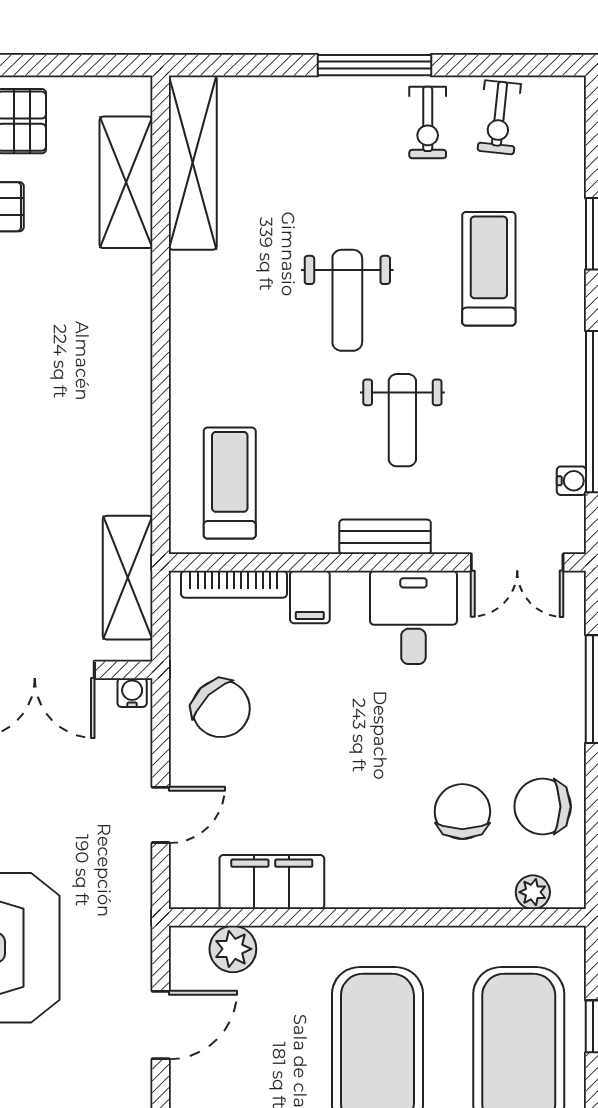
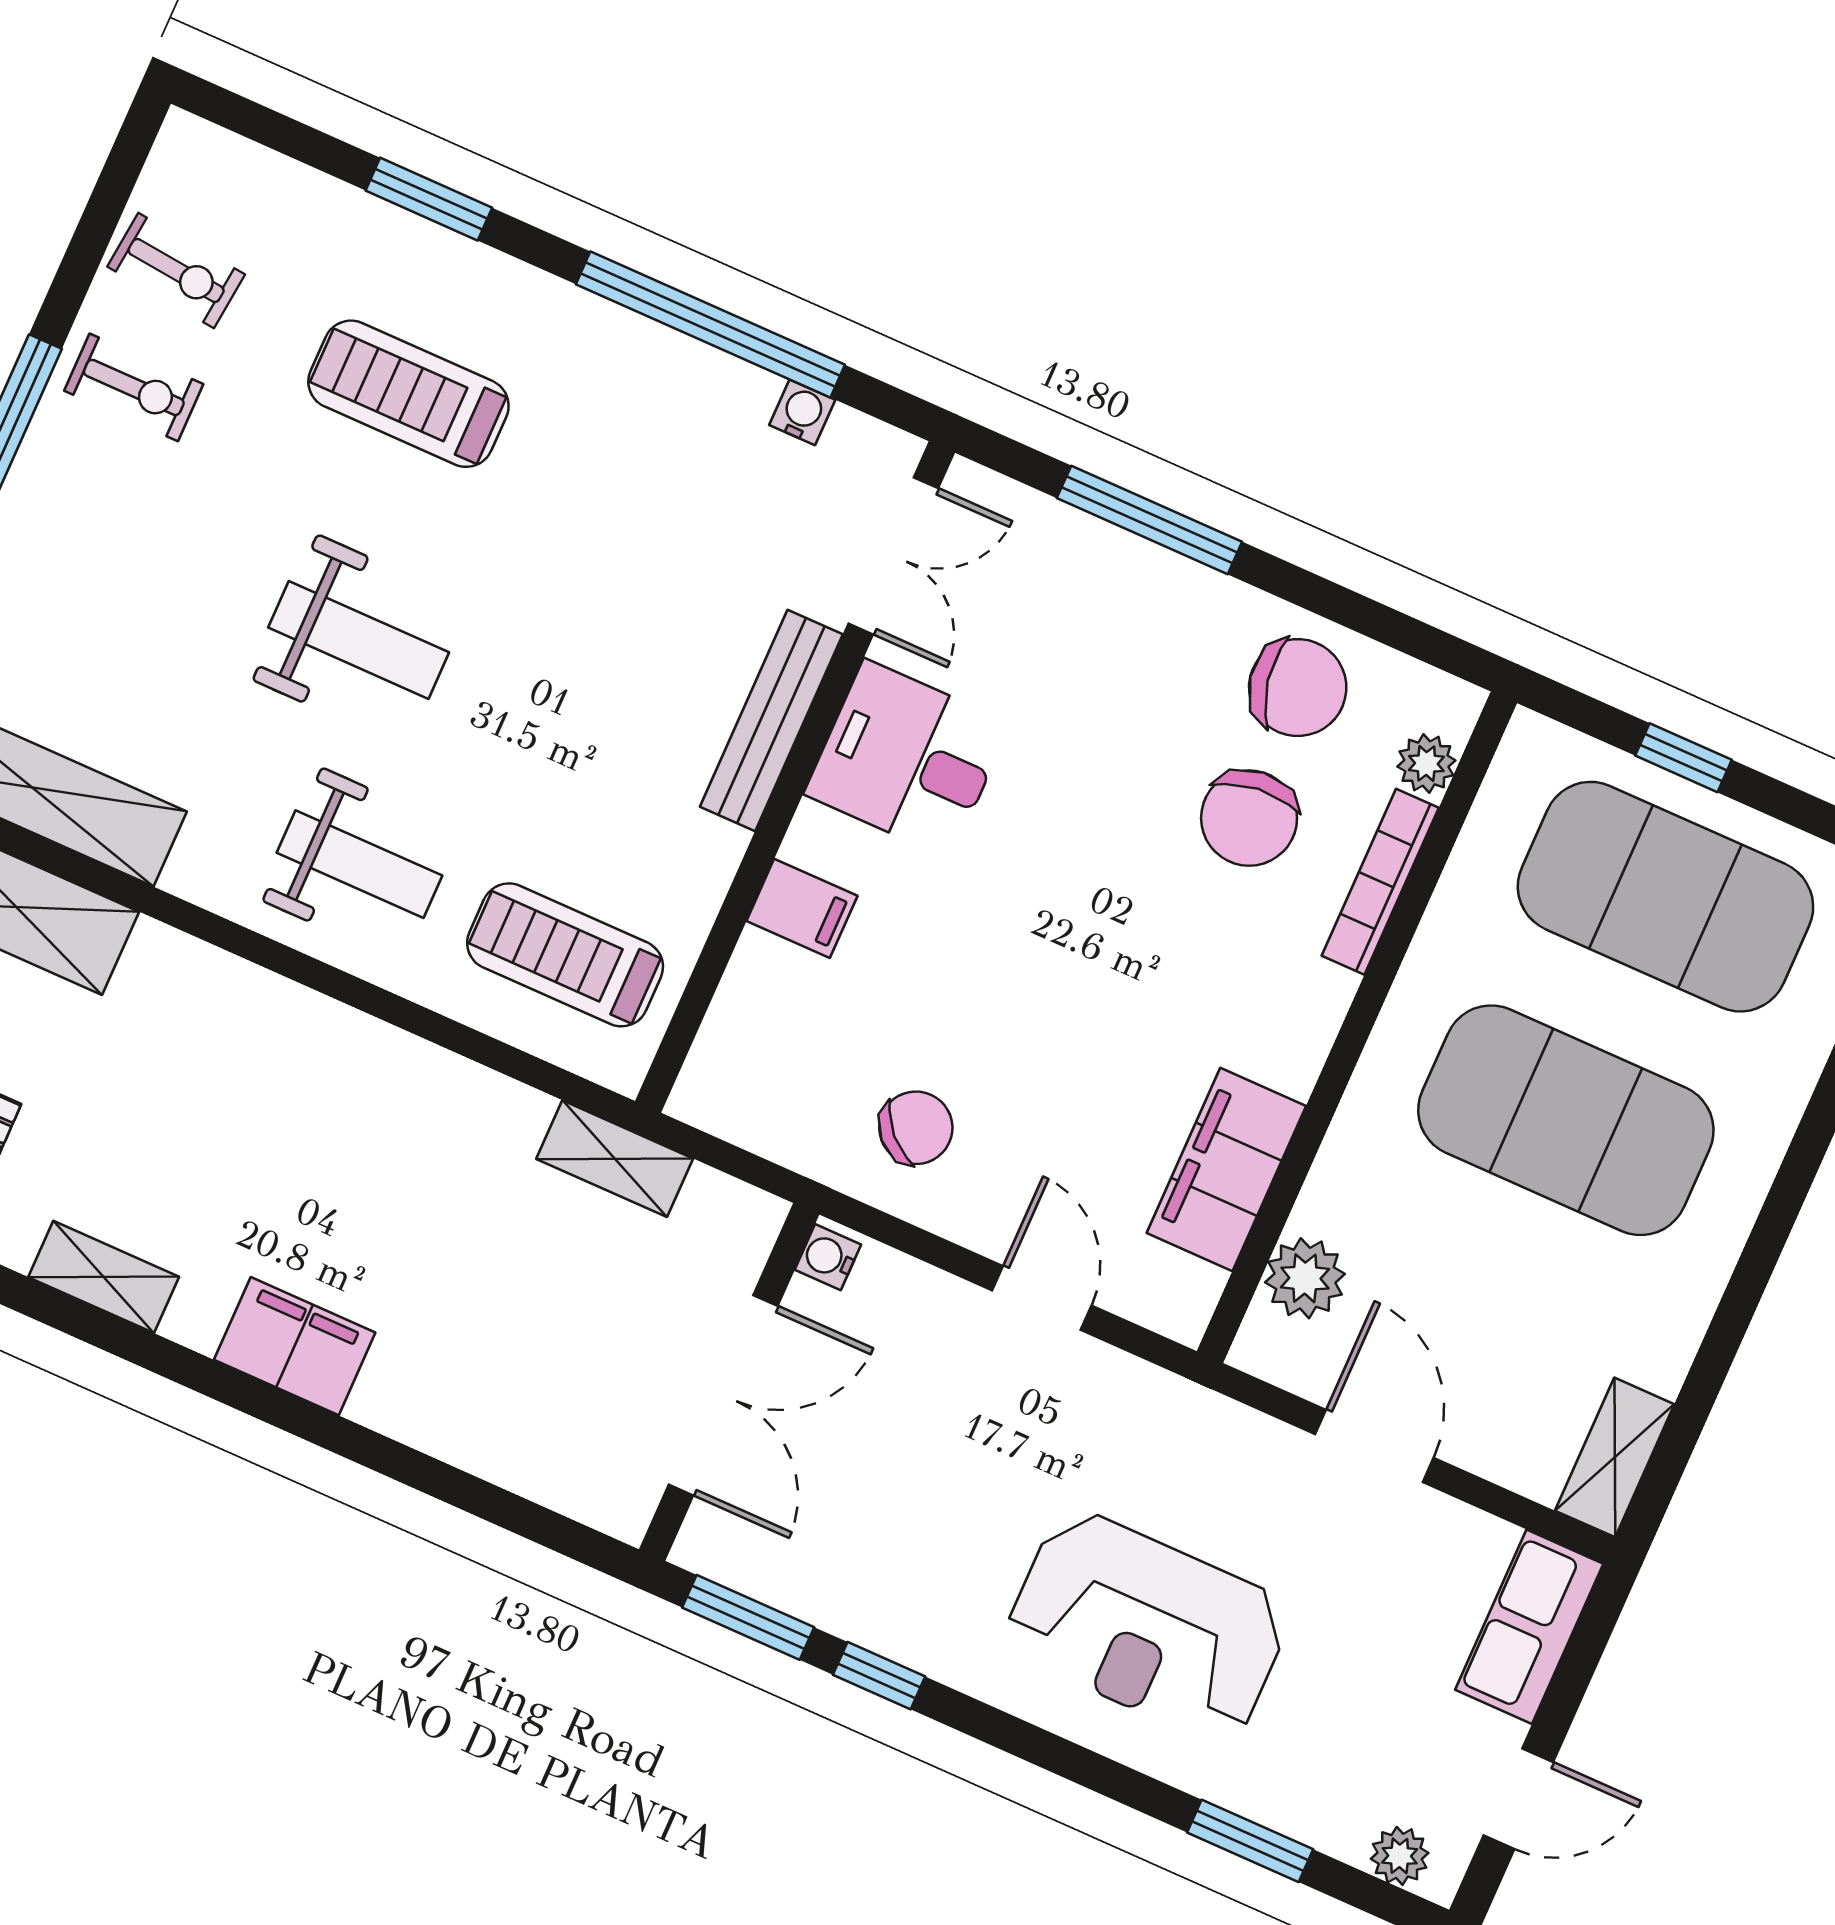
weight bench: (402, 420) -> (360, 864), moved
bench: (385, 537) -> (771, 721), width x1.36
shelving: (128, 578) -> (615, 1159), width x0.67, depth x0.75
bookcase: (234, 584) -> (1380, 882), moved, turned 180
chair: (221, 709) -> (916, 1128), width x0.73, depth x0.73
chair: (543, 807) -> (1298, 688), turned -101
chair: (462, 812) -> (1249, 818), turned -96

